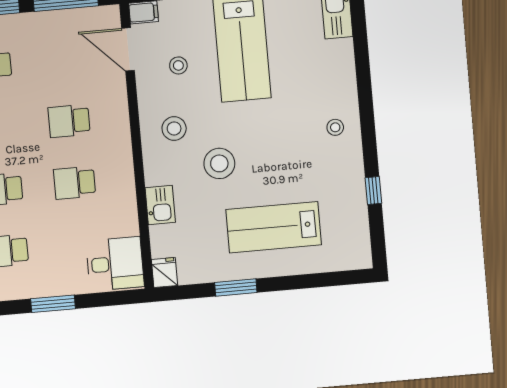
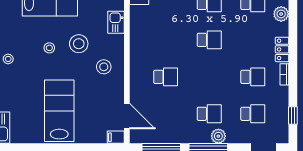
stool: (178, 65) -> (49, 48), moved
school desk: (75, 183) -> (166, 40), removed

